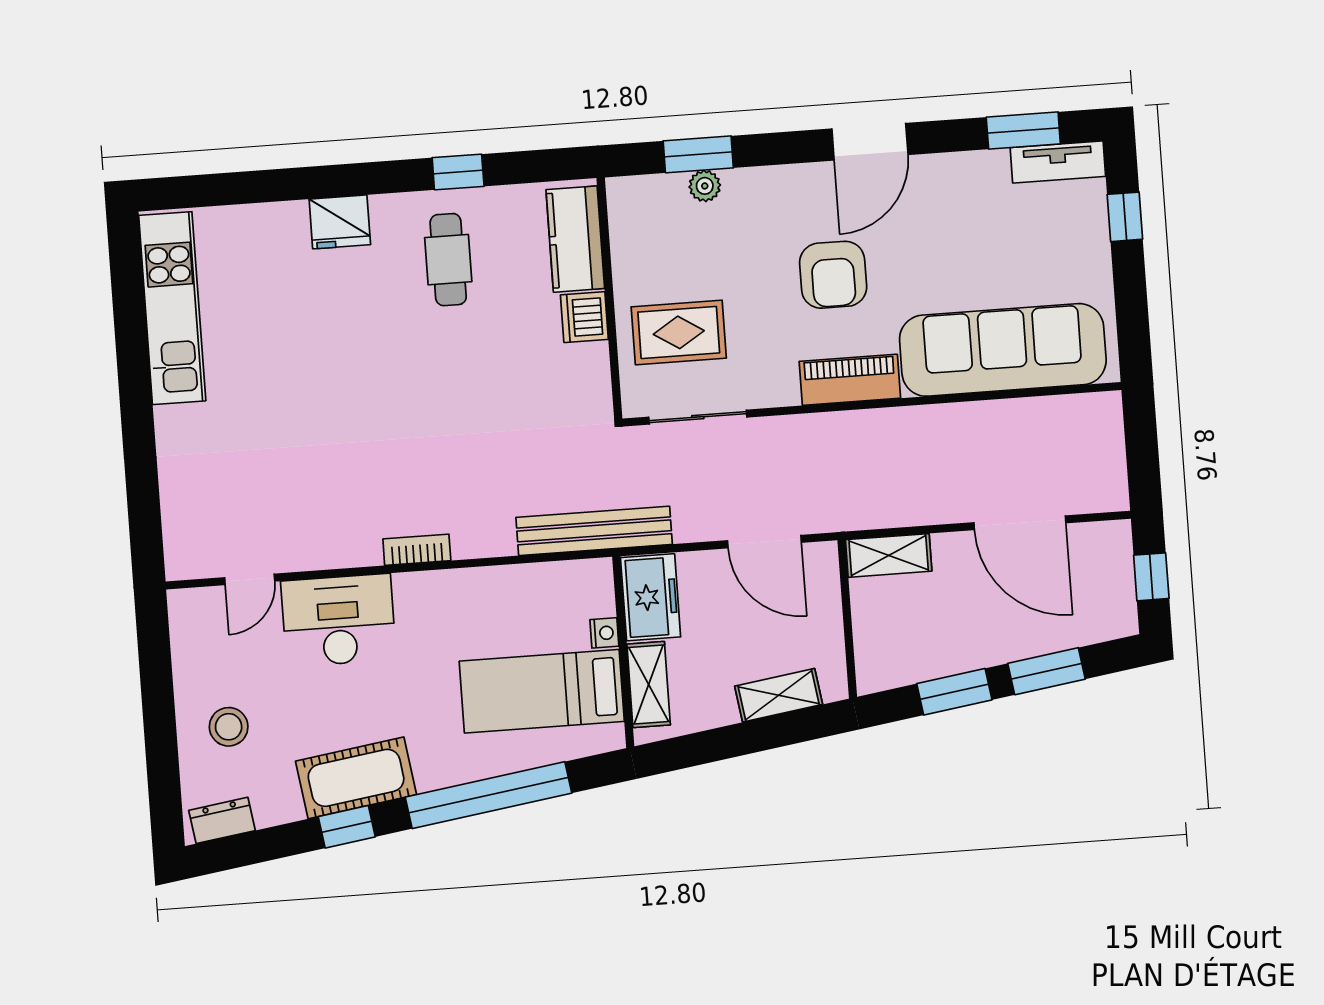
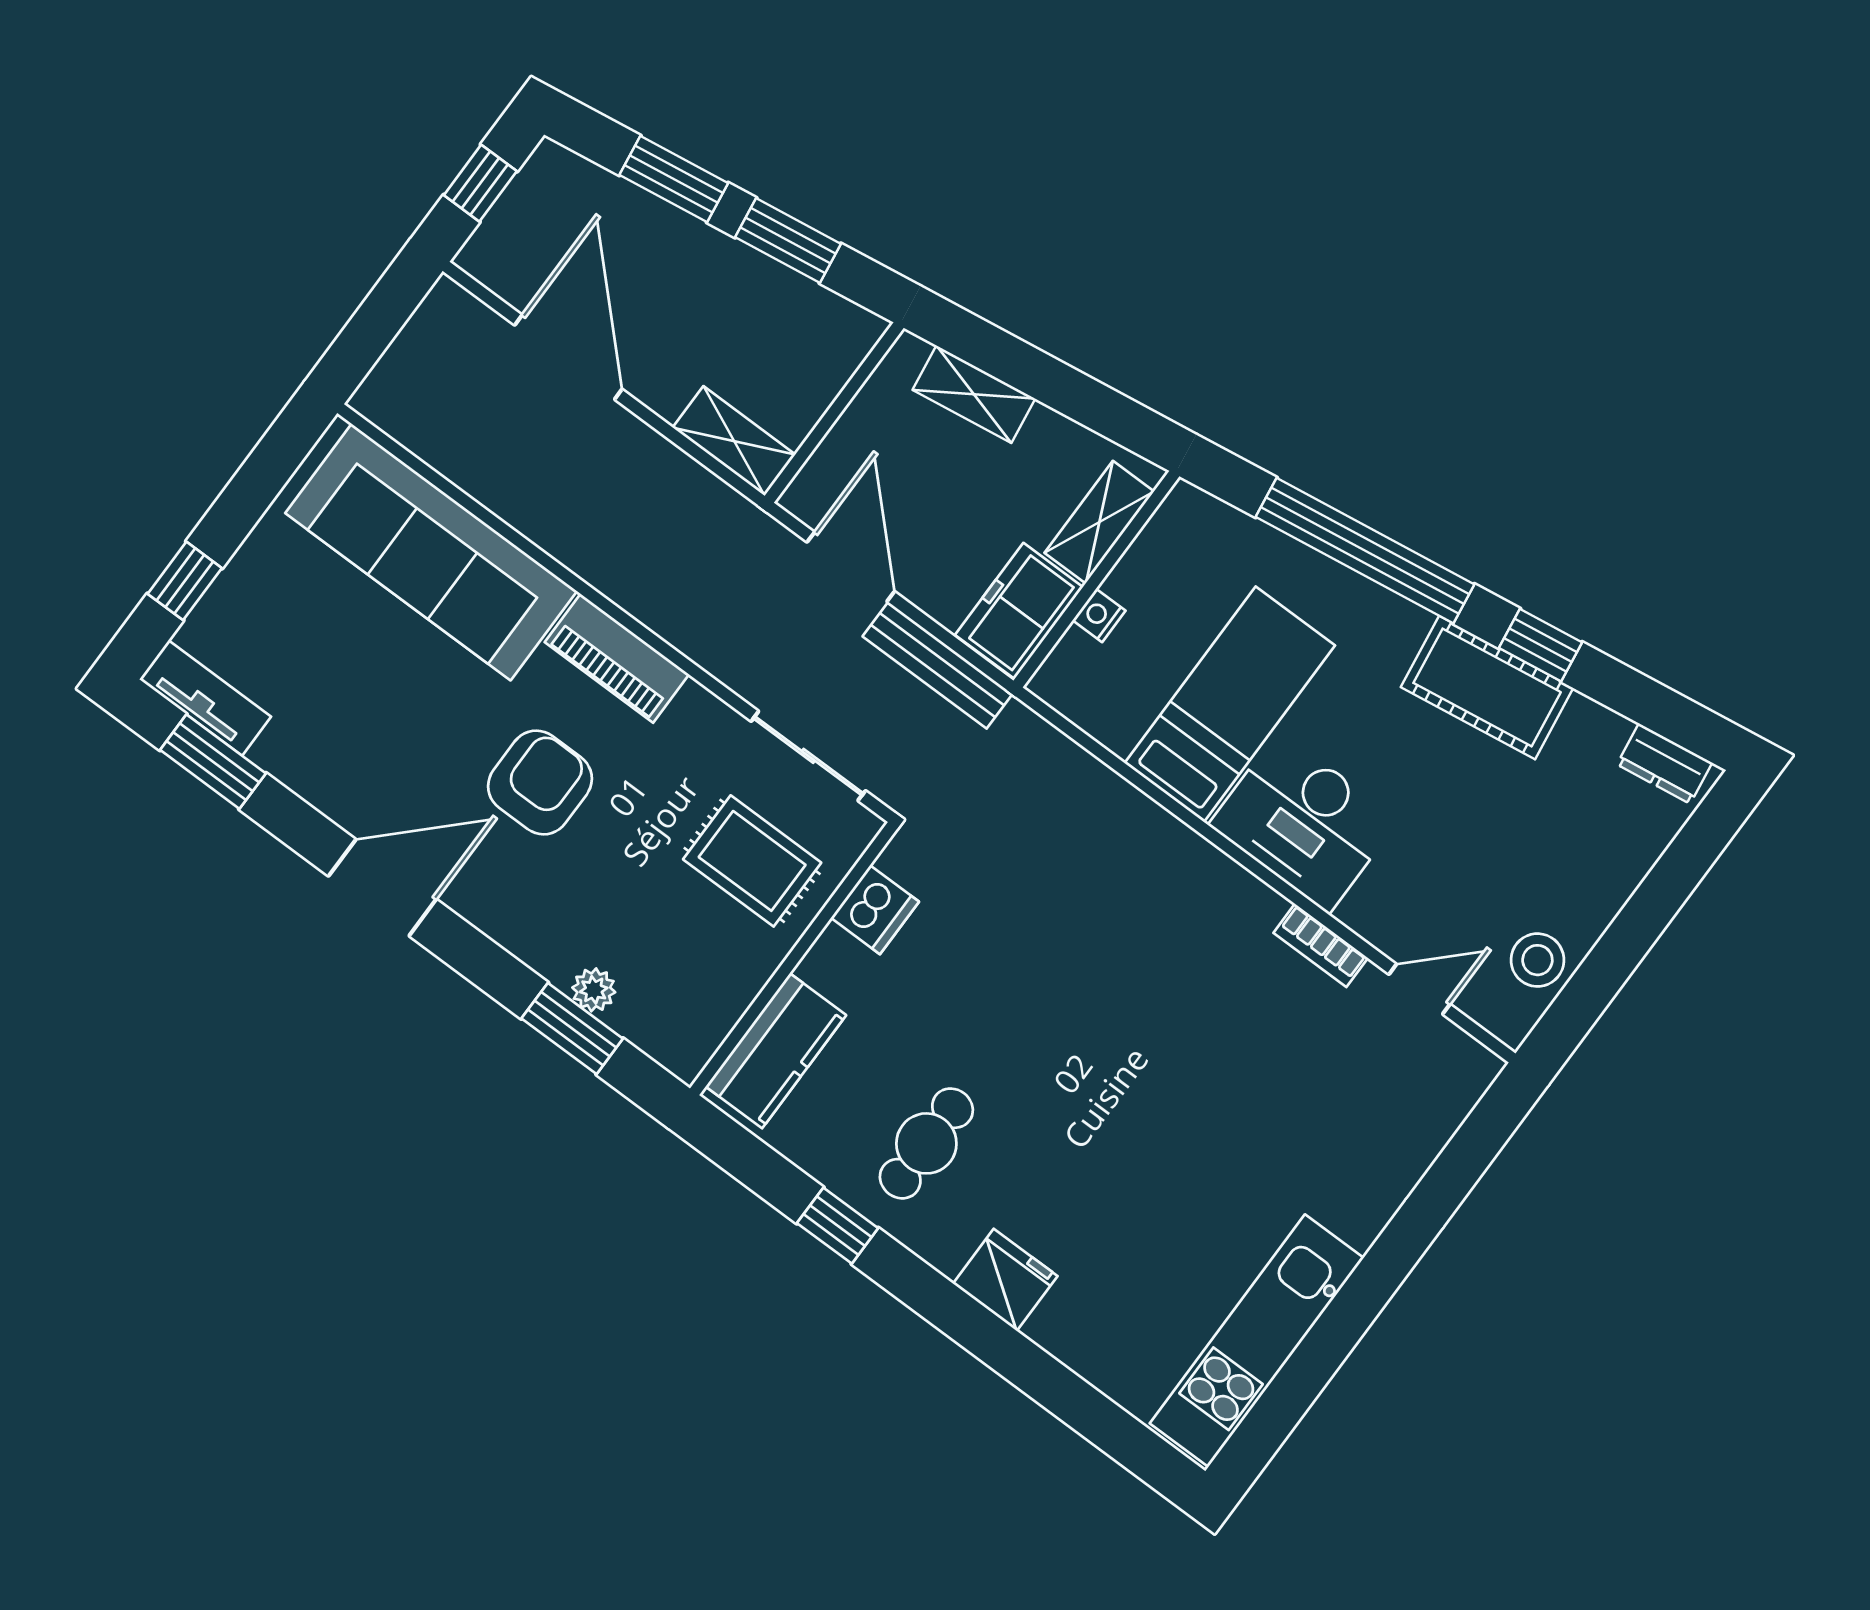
dishwasher: (584, 317) -> (875, 910), moved
bench: (594, 531) -> (937, 665), moved, width x0.73, depth x0.82
bookcase: (417, 550) -> (1321, 945), moved
desk: (338, 620) -> (1304, 822), moved
bed: (542, 691) -> (1230, 704), moved, turned -90
stool: (229, 727) -> (1537, 960), moved

